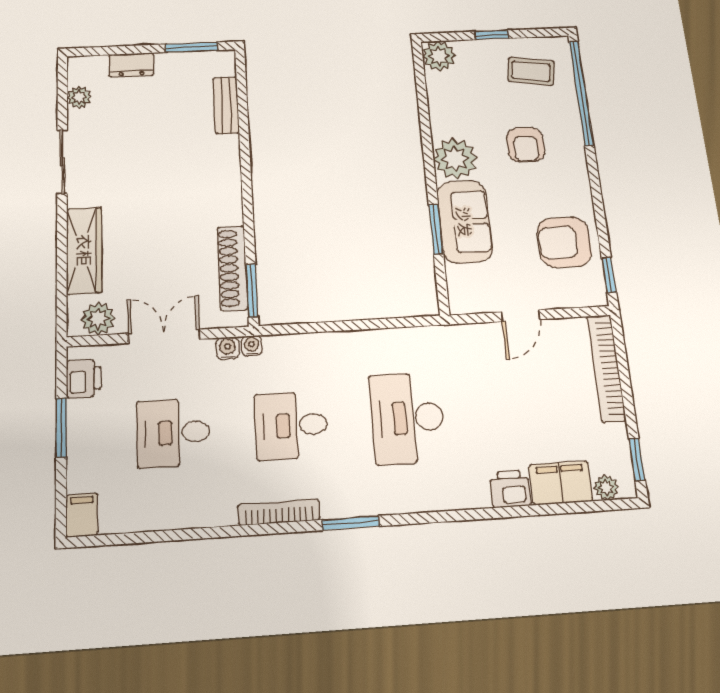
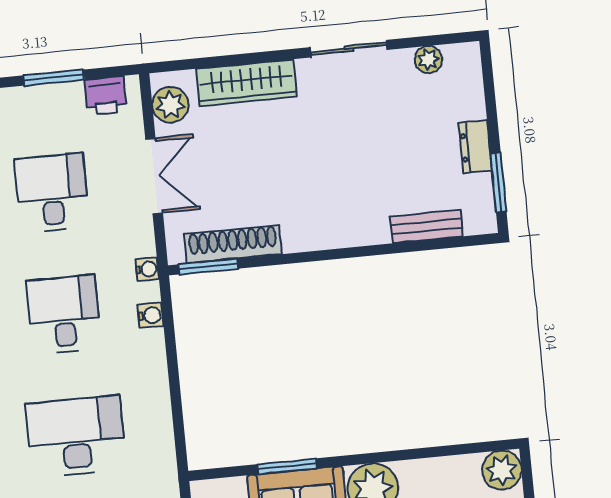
dresser: (131, 65) -> (475, 147), moved
water cooler: (228, 348) -> (151, 315), moved

